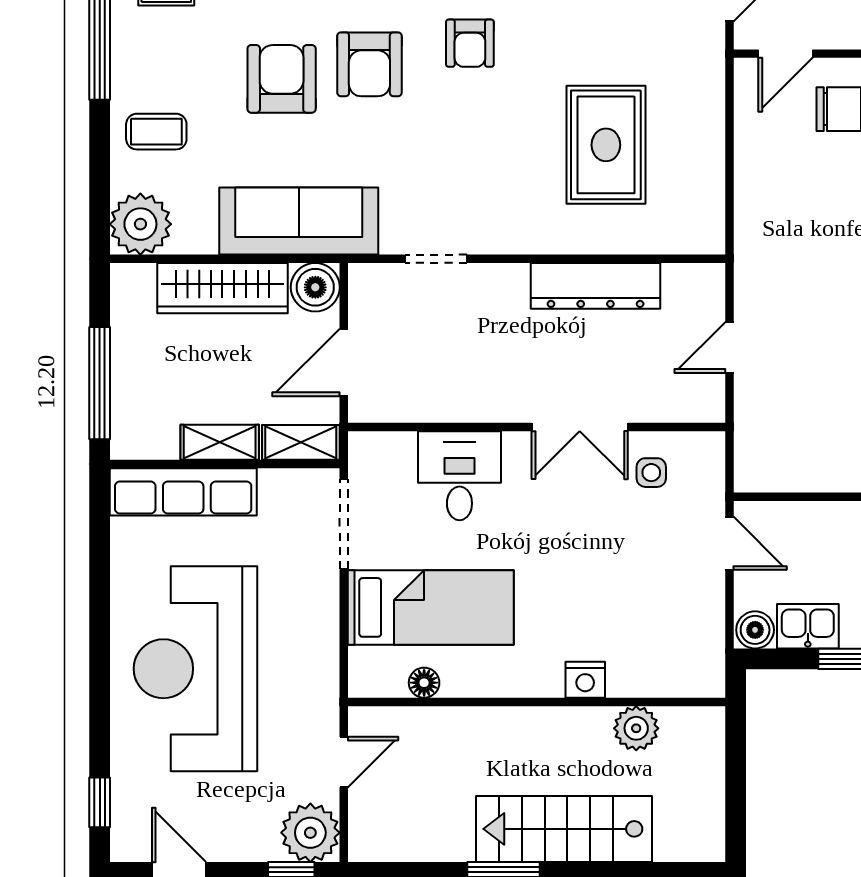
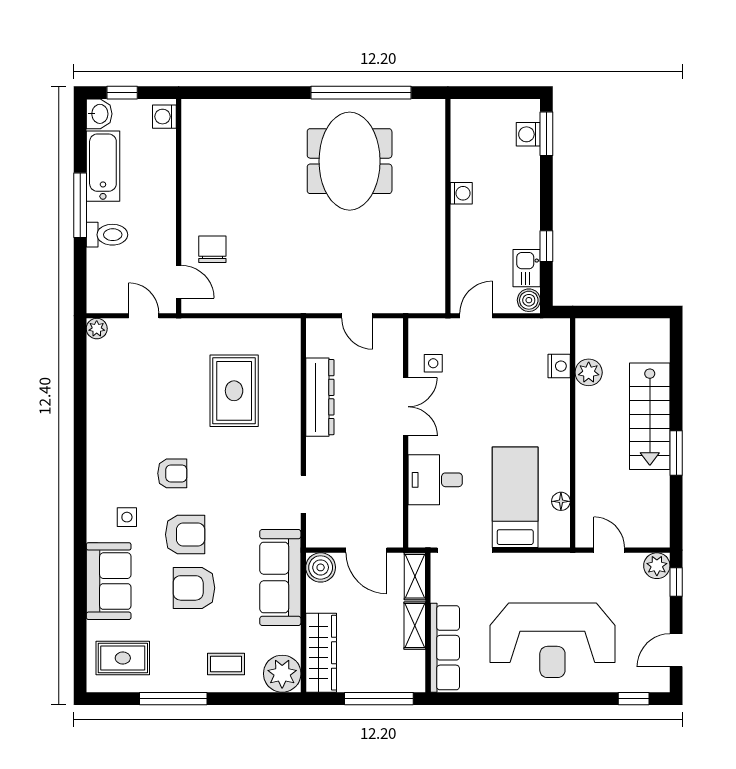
coffee table: (156, 132) -> (226, 664), turned 90
rug: (606, 145) -> (234, 391), turned 90
wardrobe: (222, 288) -> (321, 653), moved
nightstand: (585, 680) -> (559, 366), moved
plant: (310, 833) -> (657, 566), width x0.73, depth x0.73

